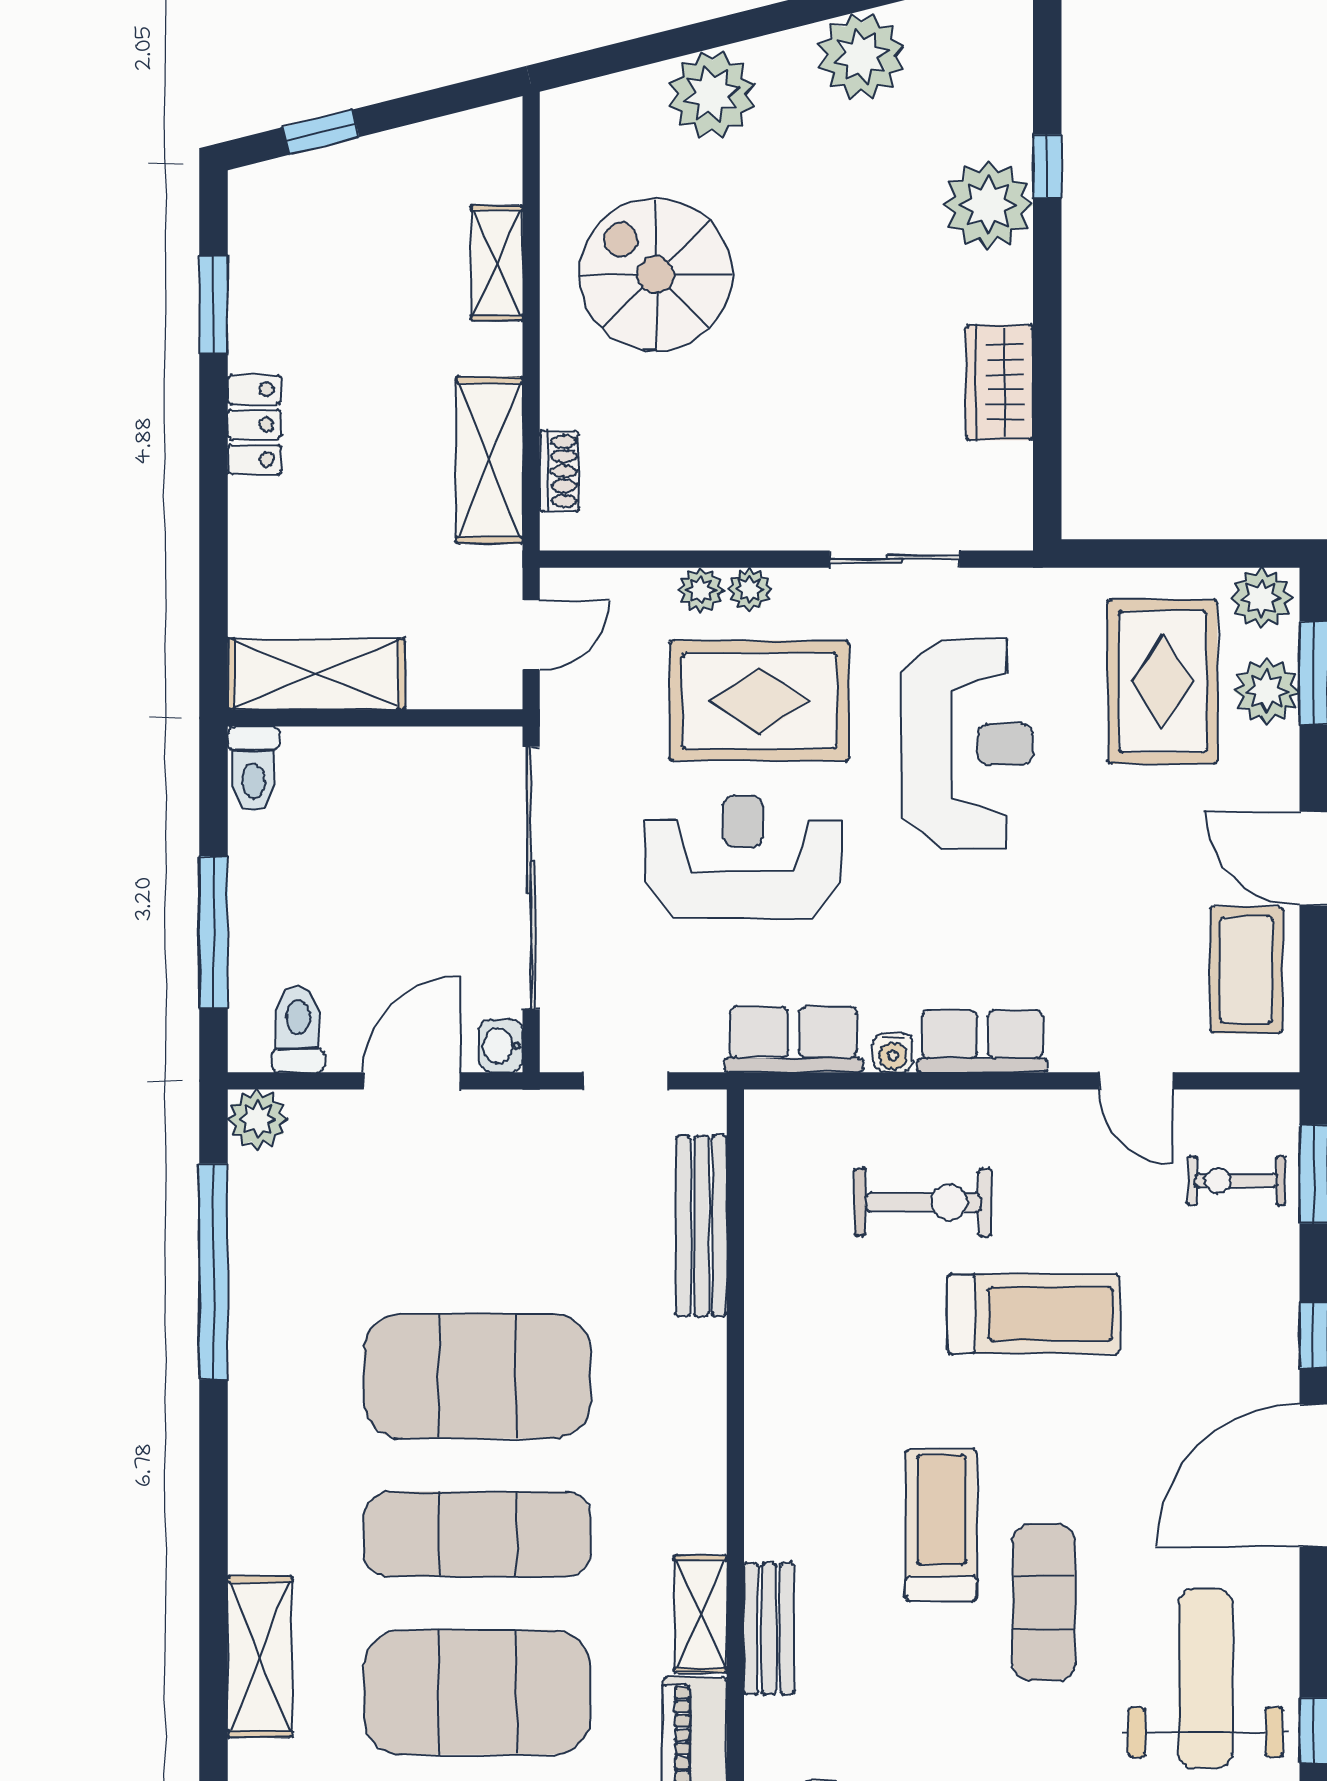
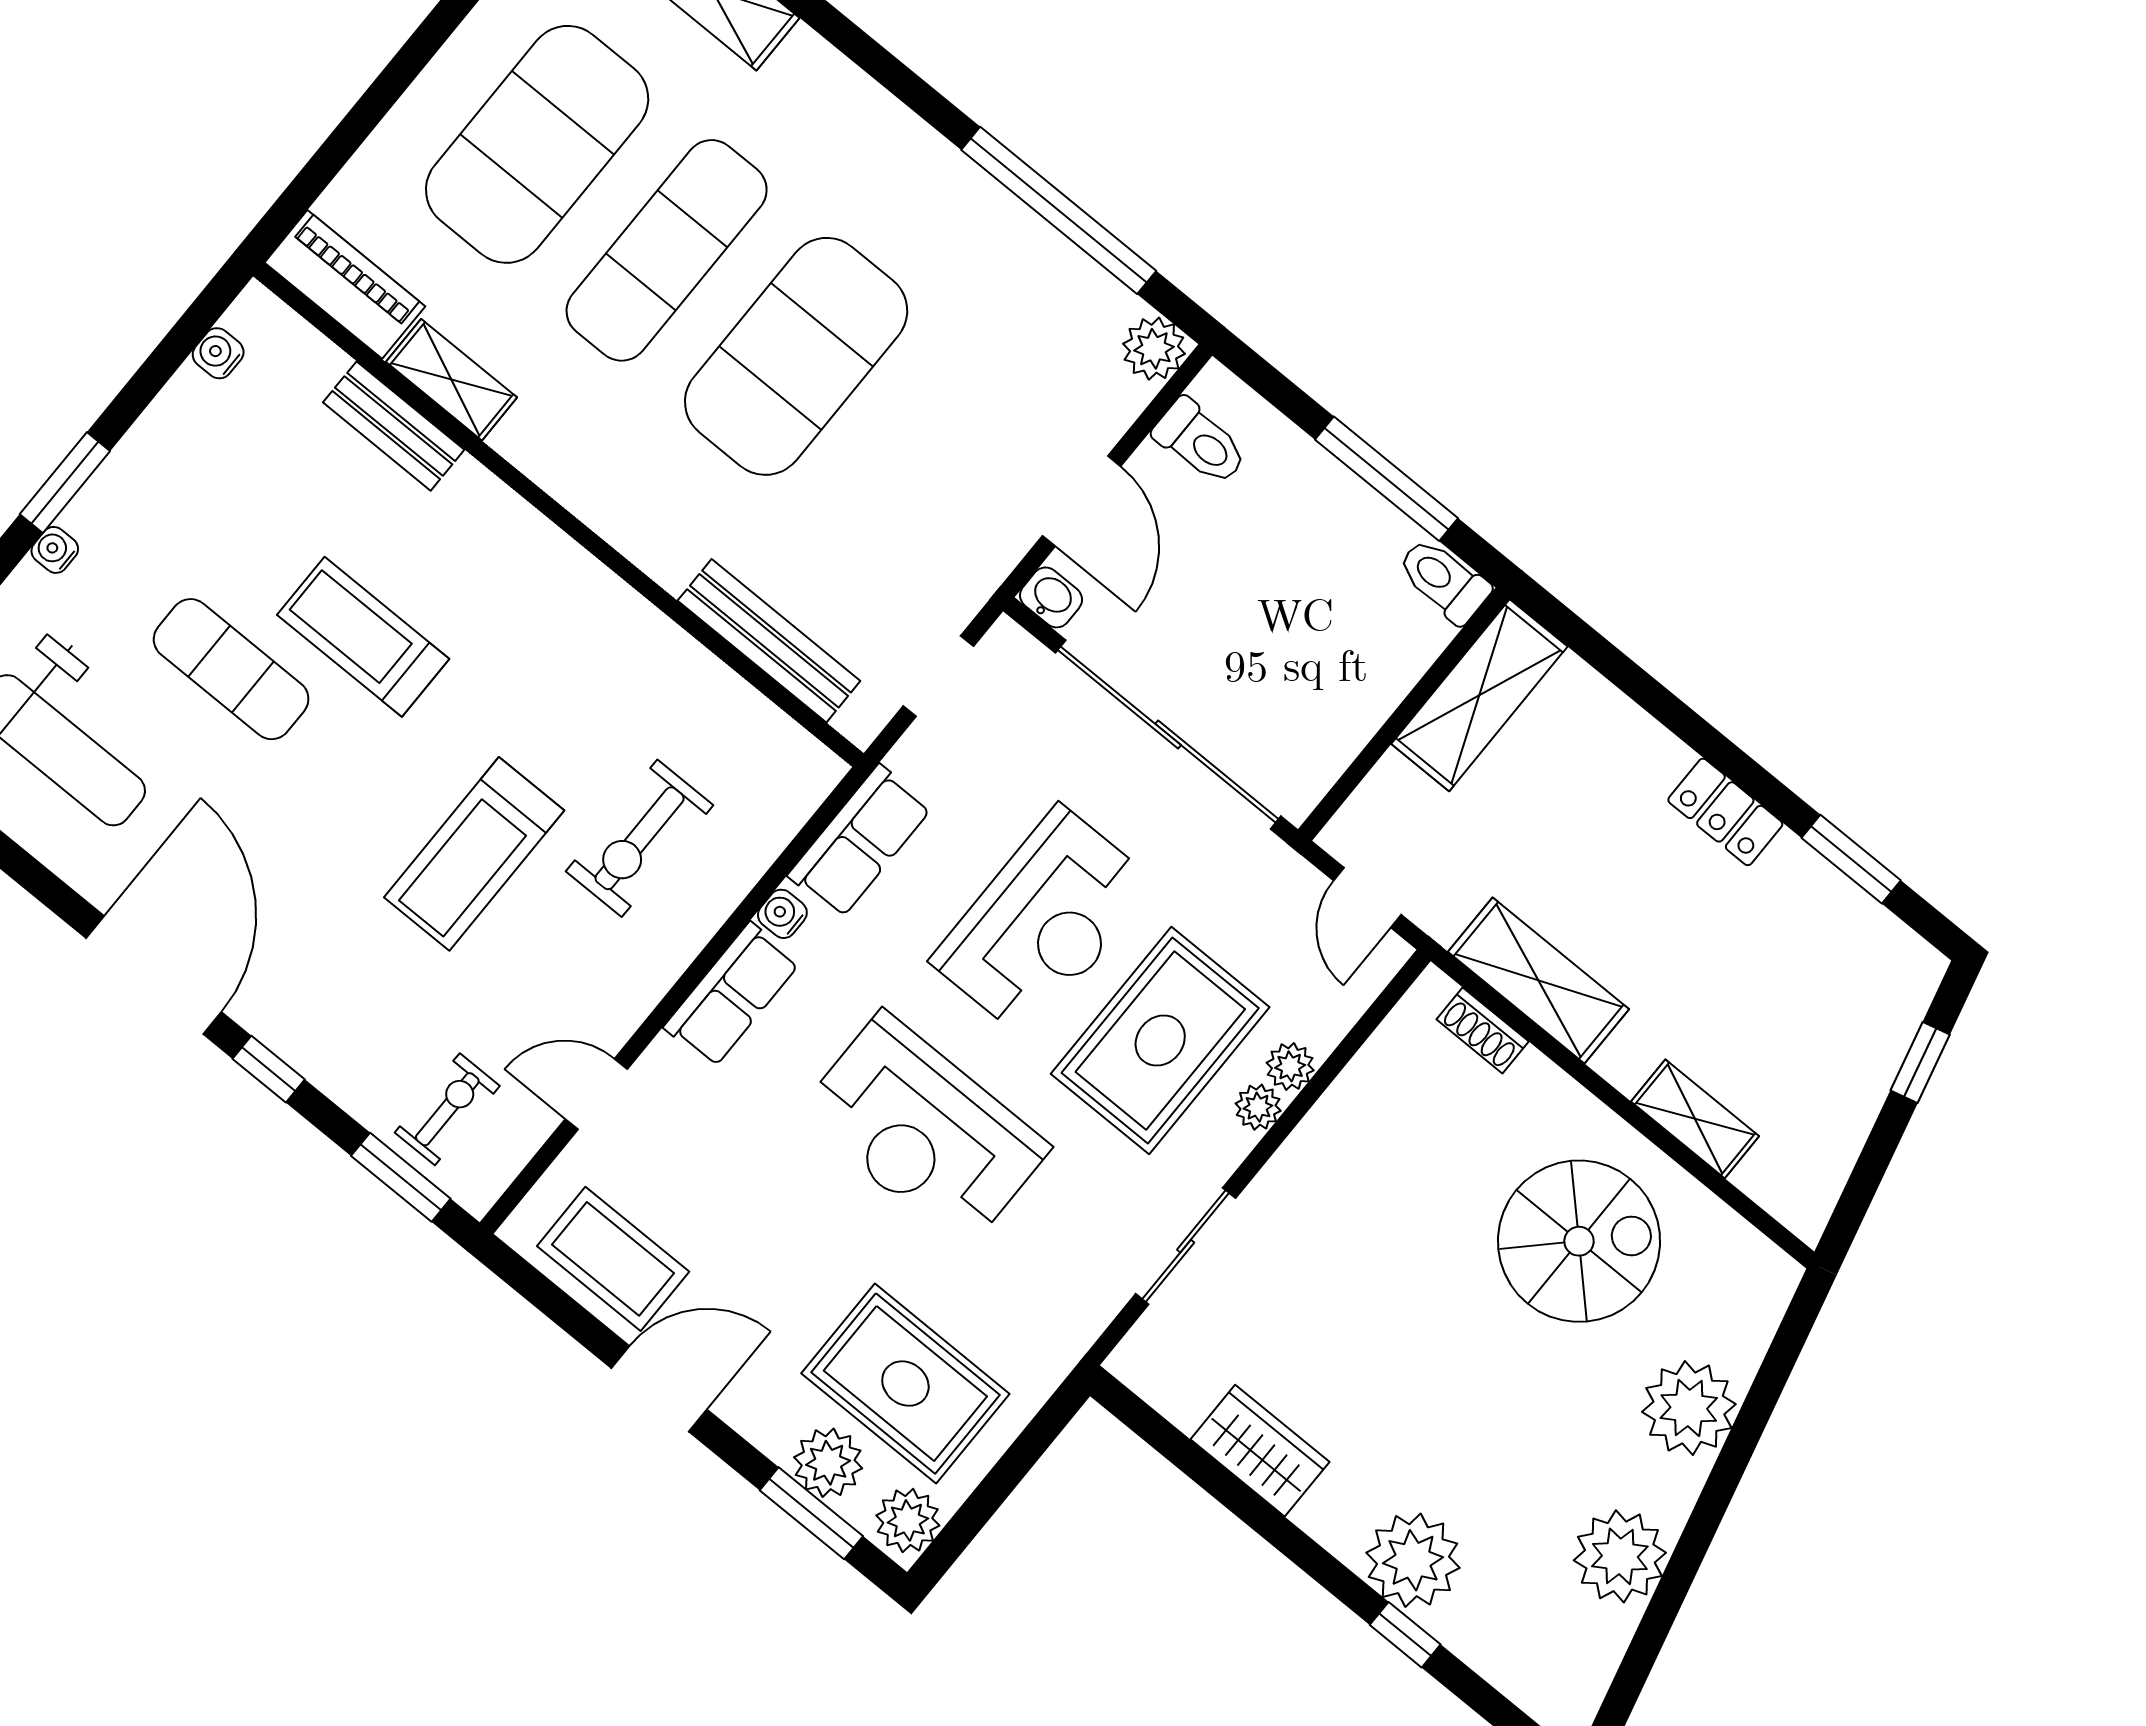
reception desk: (967, 744) -> (924, 1131), moved
window: (214, 932) -> (1386, 479), moved
treadmill: (941, 1525) -> (363, 637), turned 180

